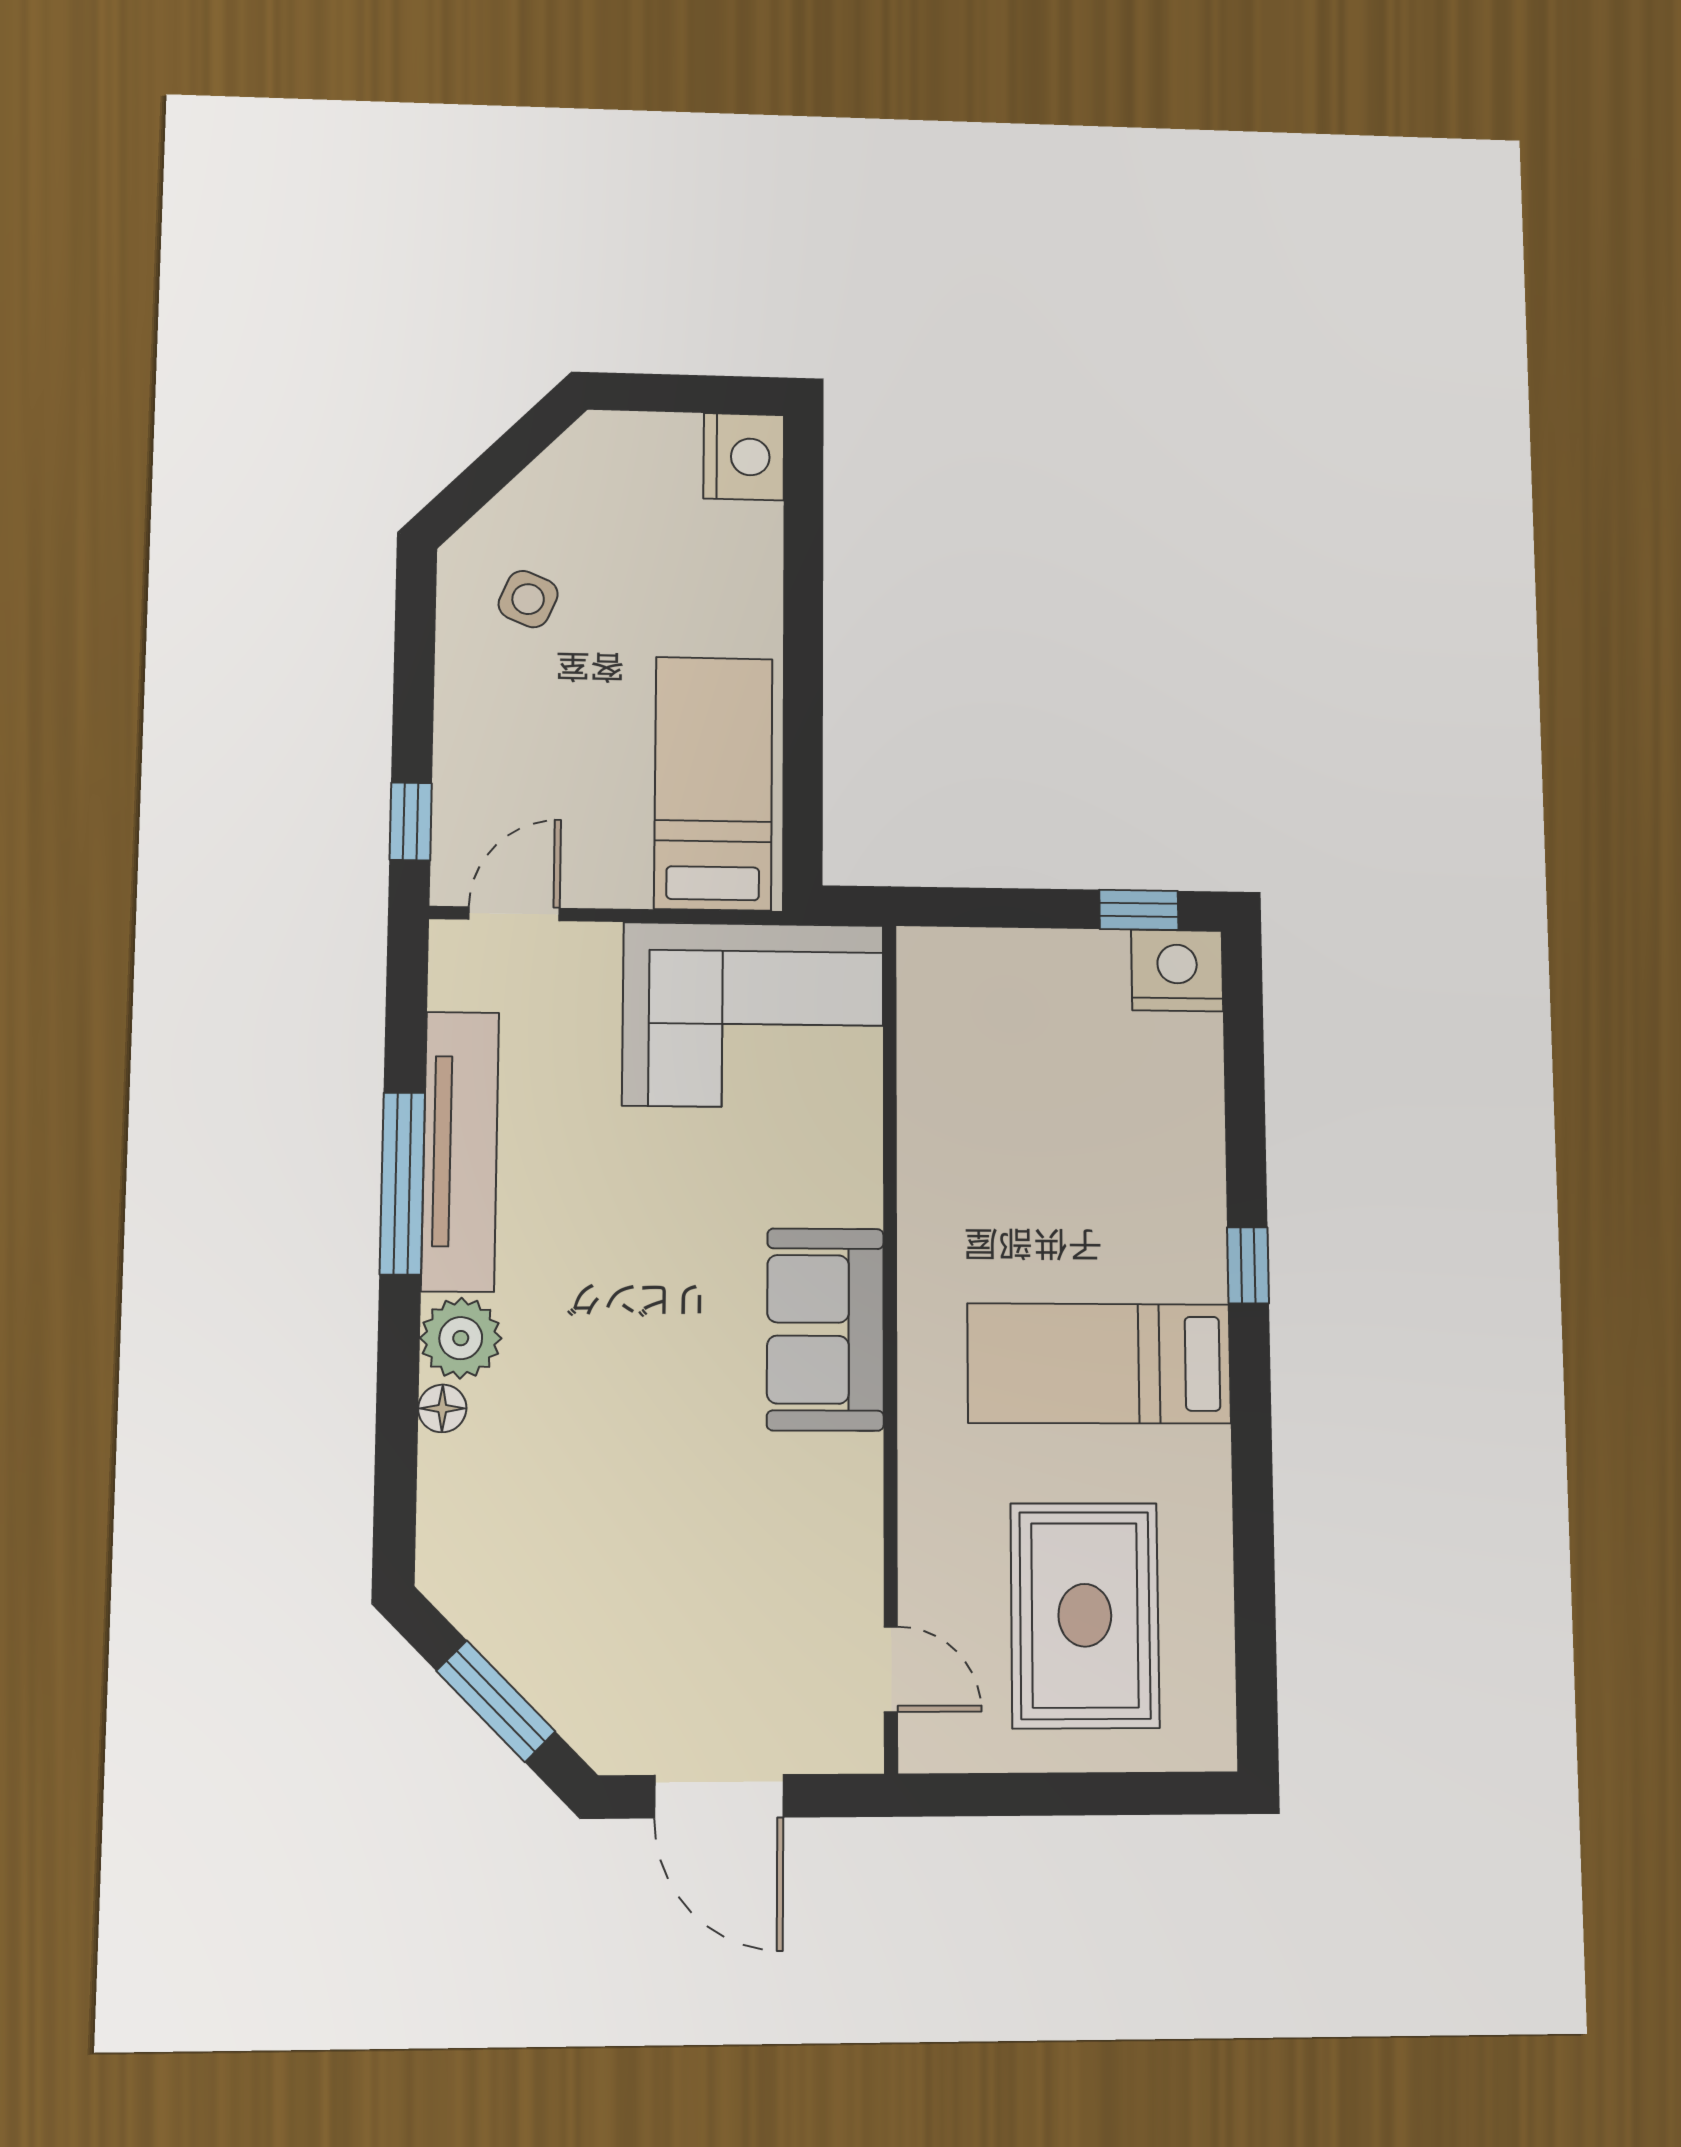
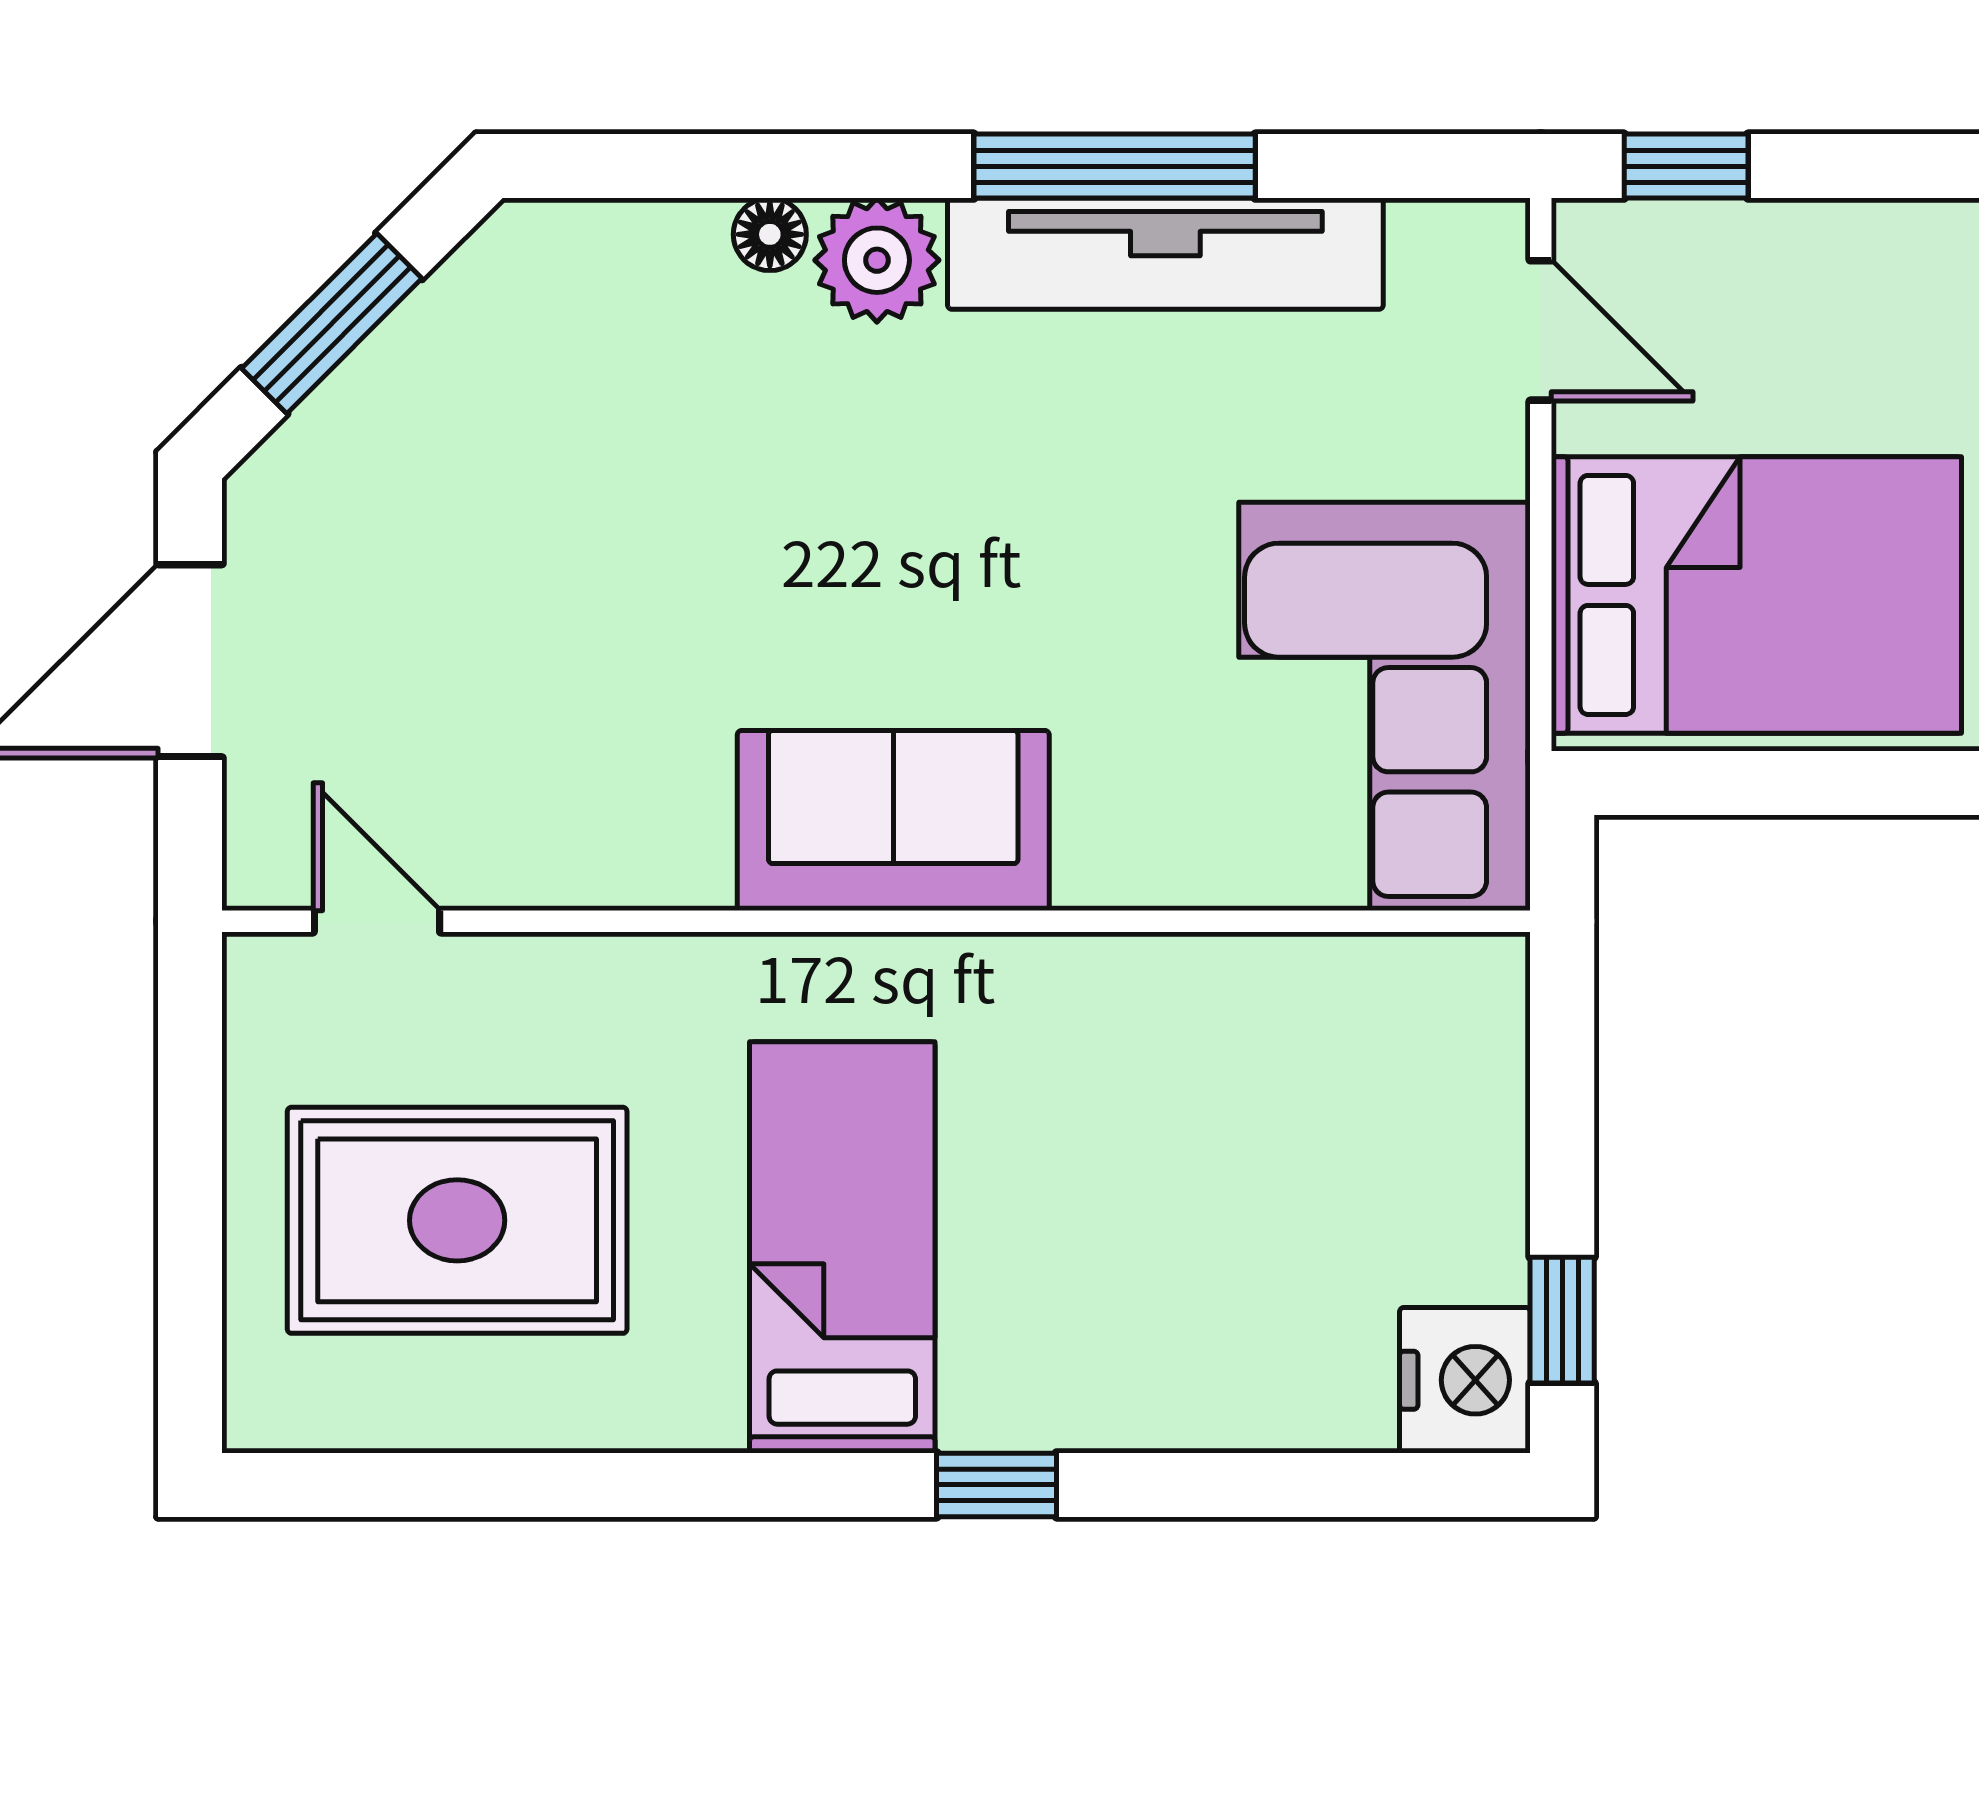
bed: (713, 783) -> (1756, 595), width x1.50
door: (891, 1669) -> (377, 921), swing flipped

